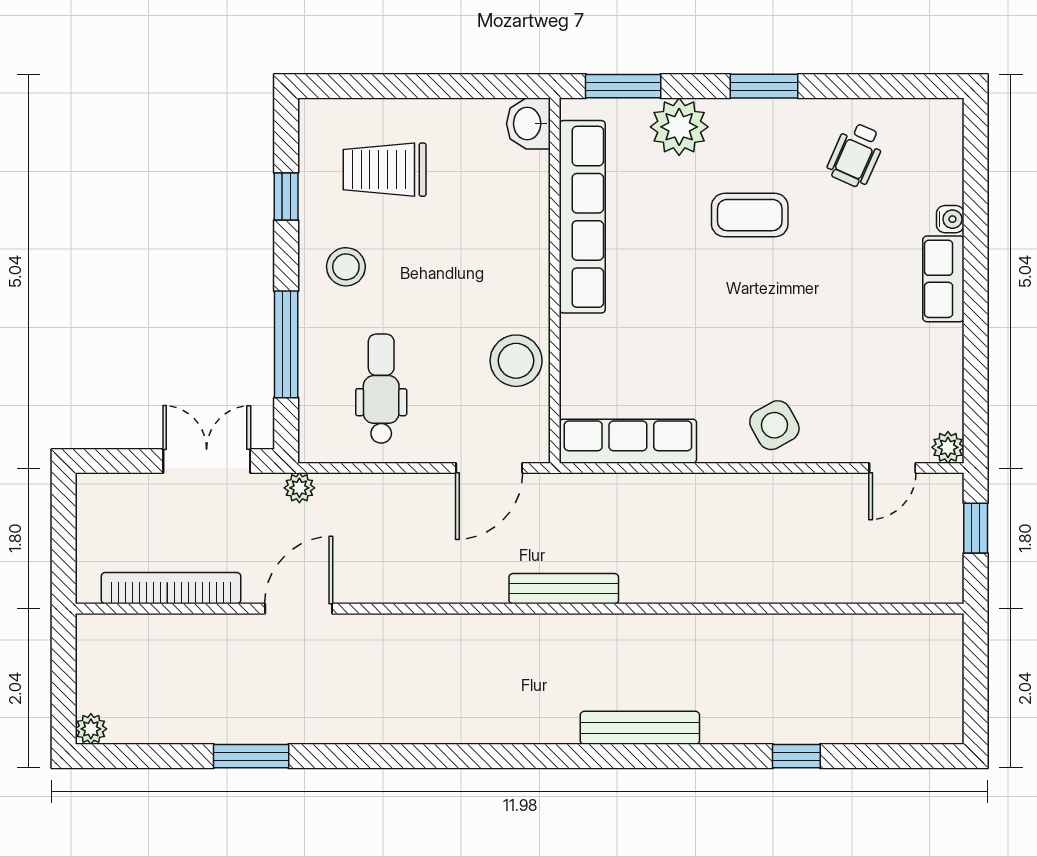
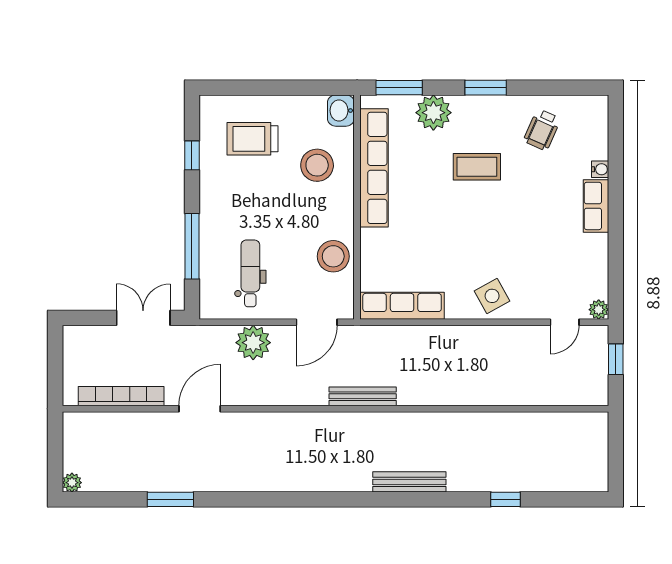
stool: (346, 267) -> (317, 165), moved, width x1.38, depth x1.38
plant: (299, 488) -> (253, 343), moved, width x1.88, depth x1.88

